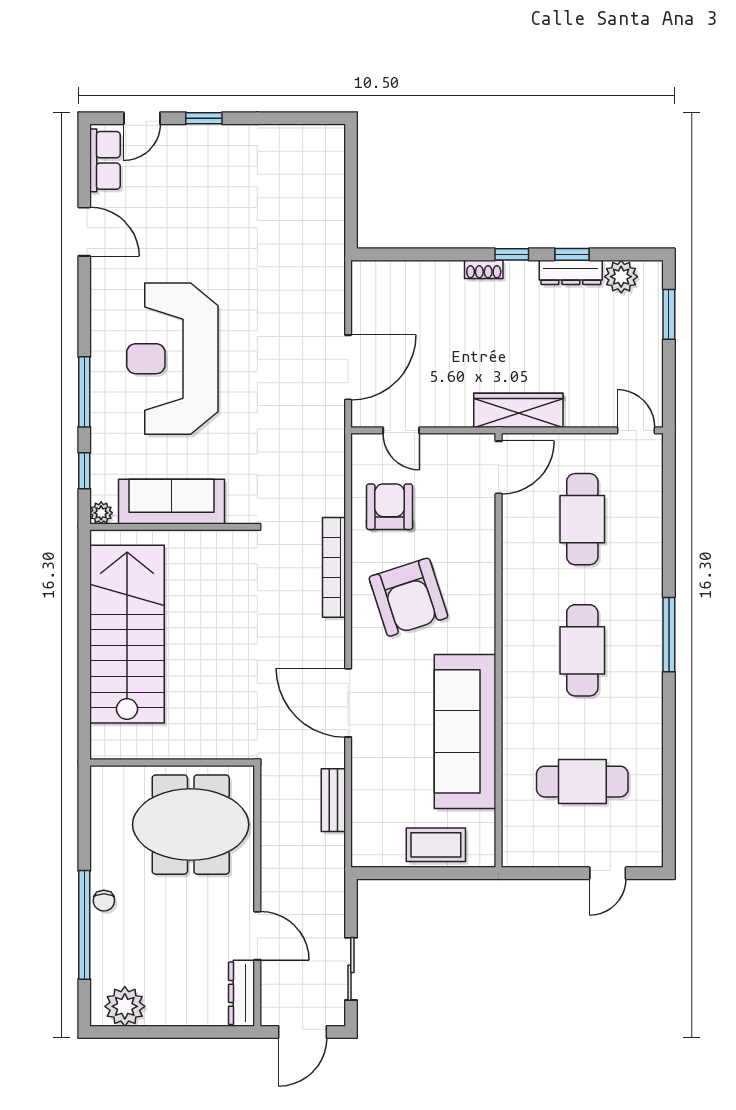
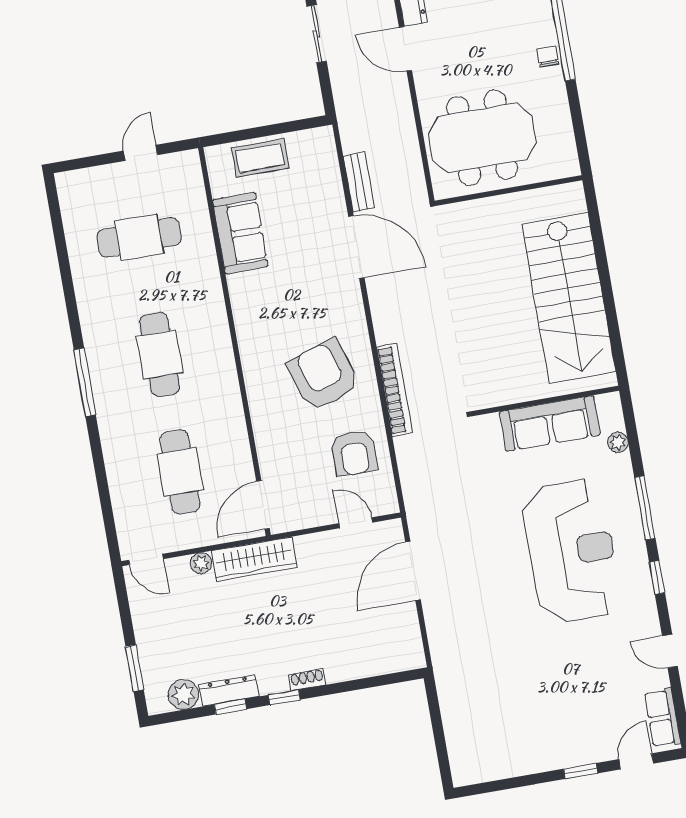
door: (84, 232) -> (670, 651), width x0.73
plant: (577, 416) -> (201, 563), added
window: (84, 471) -> (657, 577), moved
plant: (101, 513) -> (618, 442), moved
door: (348, 703) -> (356, 247), moved
sofa: (465, 731) -> (240, 233), width x0.54, depth x0.79
door: (608, 873) -> (140, 153), moved

